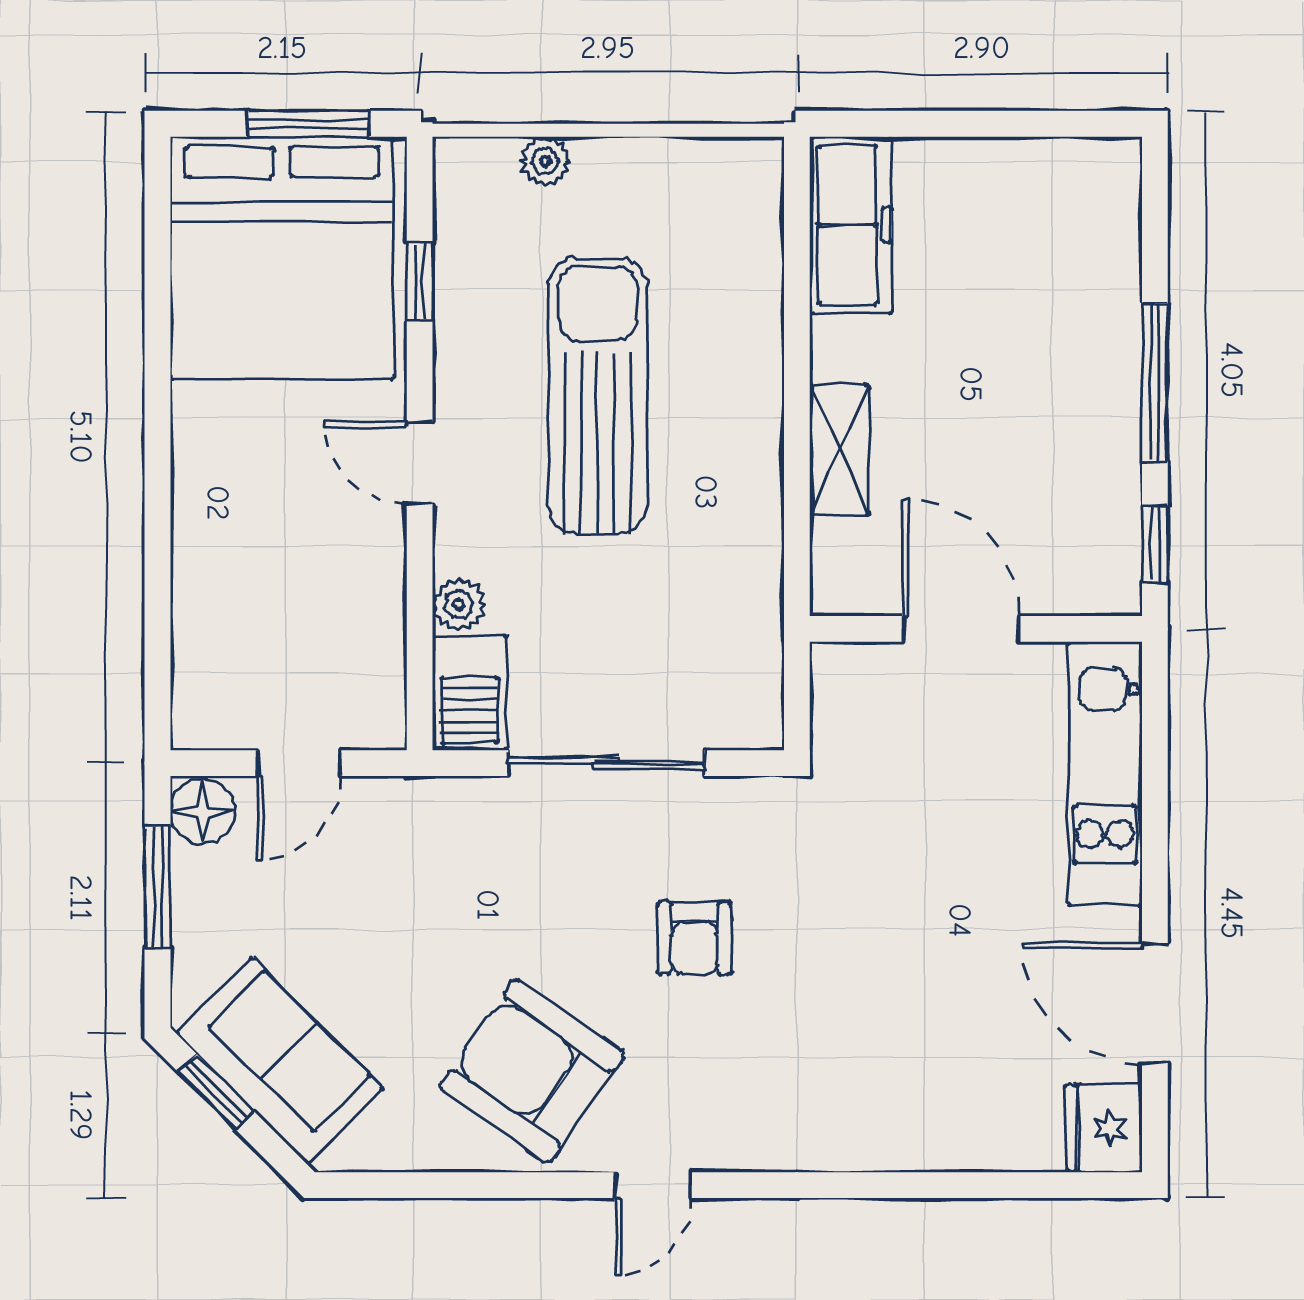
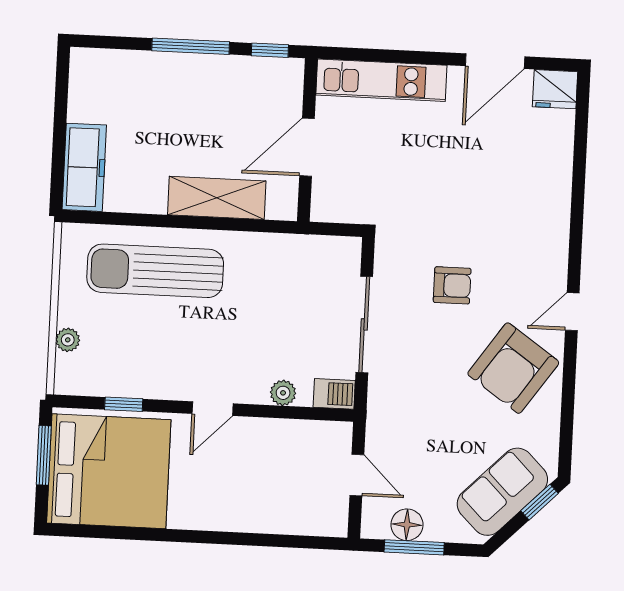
freezer: (851, 225) -> (84, 167), moved, turned 90
sun lounger: (598, 396) -> (155, 271), moved
shelving: (839, 450) -> (217, 198), width x1.50, depth x1.33
barbecue: (470, 693) -> (334, 394), width x0.73, depth x0.79
floor lamp: (203, 811) -> (407, 525), moved
window: (216, 1092) -> (540, 502), moved
door: (653, 1185) -> (572, 312), swing flipped

